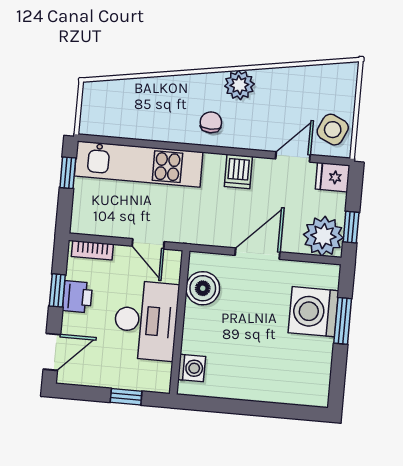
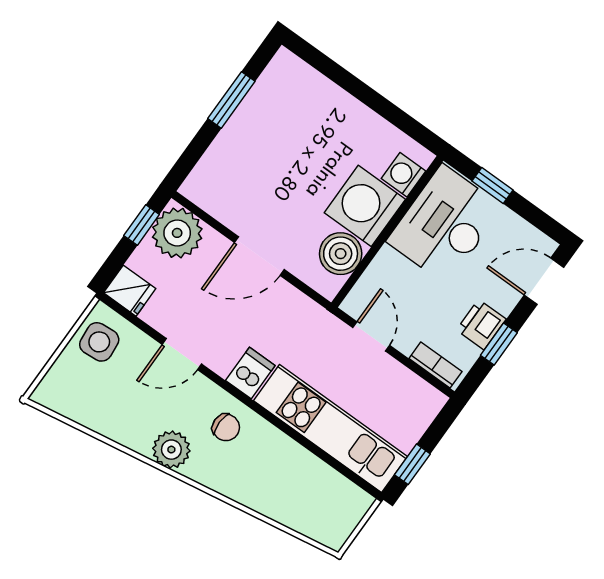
chair: (211, 122) -> (226, 427), turned -90
side table: (333, 130) -> (99, 342), turned -30
door: (293, 157) -> (182, 354), moved
dishwasher: (238, 172) -> (250, 373), moved
washing machine: (313, 312) -> (365, 206), moved, turned 180
desk: (146, 321) -> (445, 224), moved
window: (343, 321) -> (231, 100), moved

